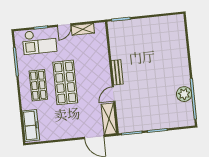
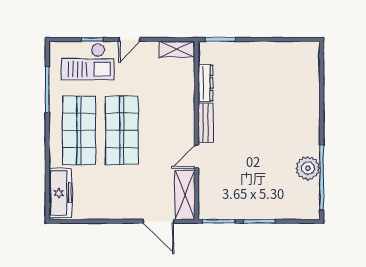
shelving: (83, 29) -> (177, 49), moved
dresser: (115, 47) -> (205, 83), added
shop shelf: (38, 85) -> (79, 130), width x1.43, depth x1.36

